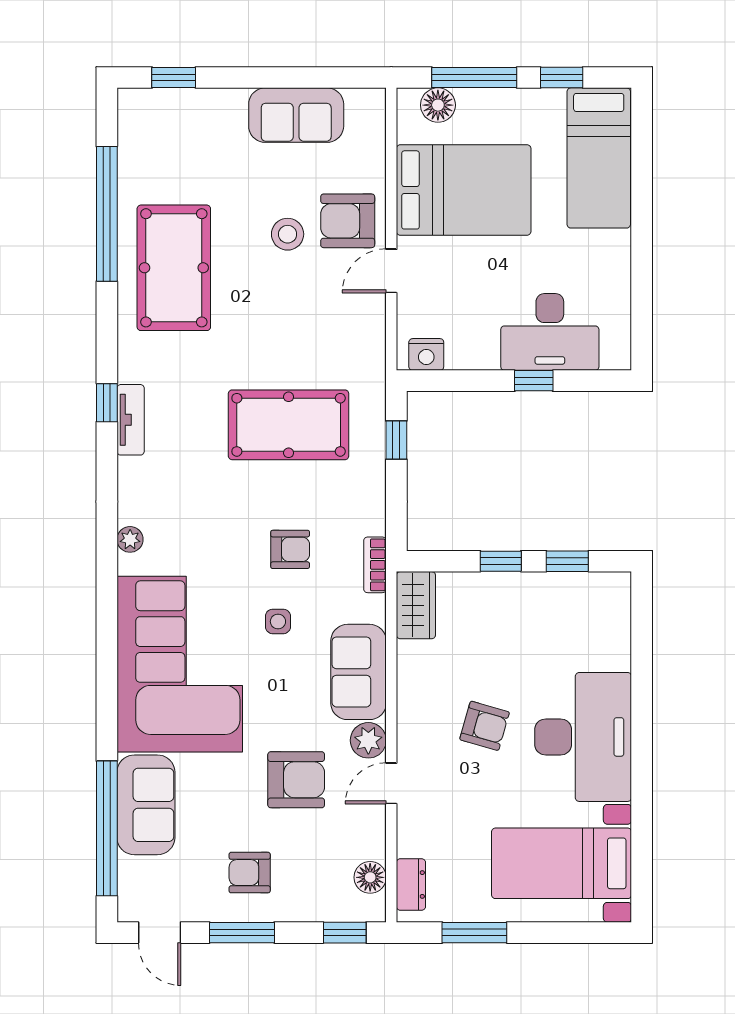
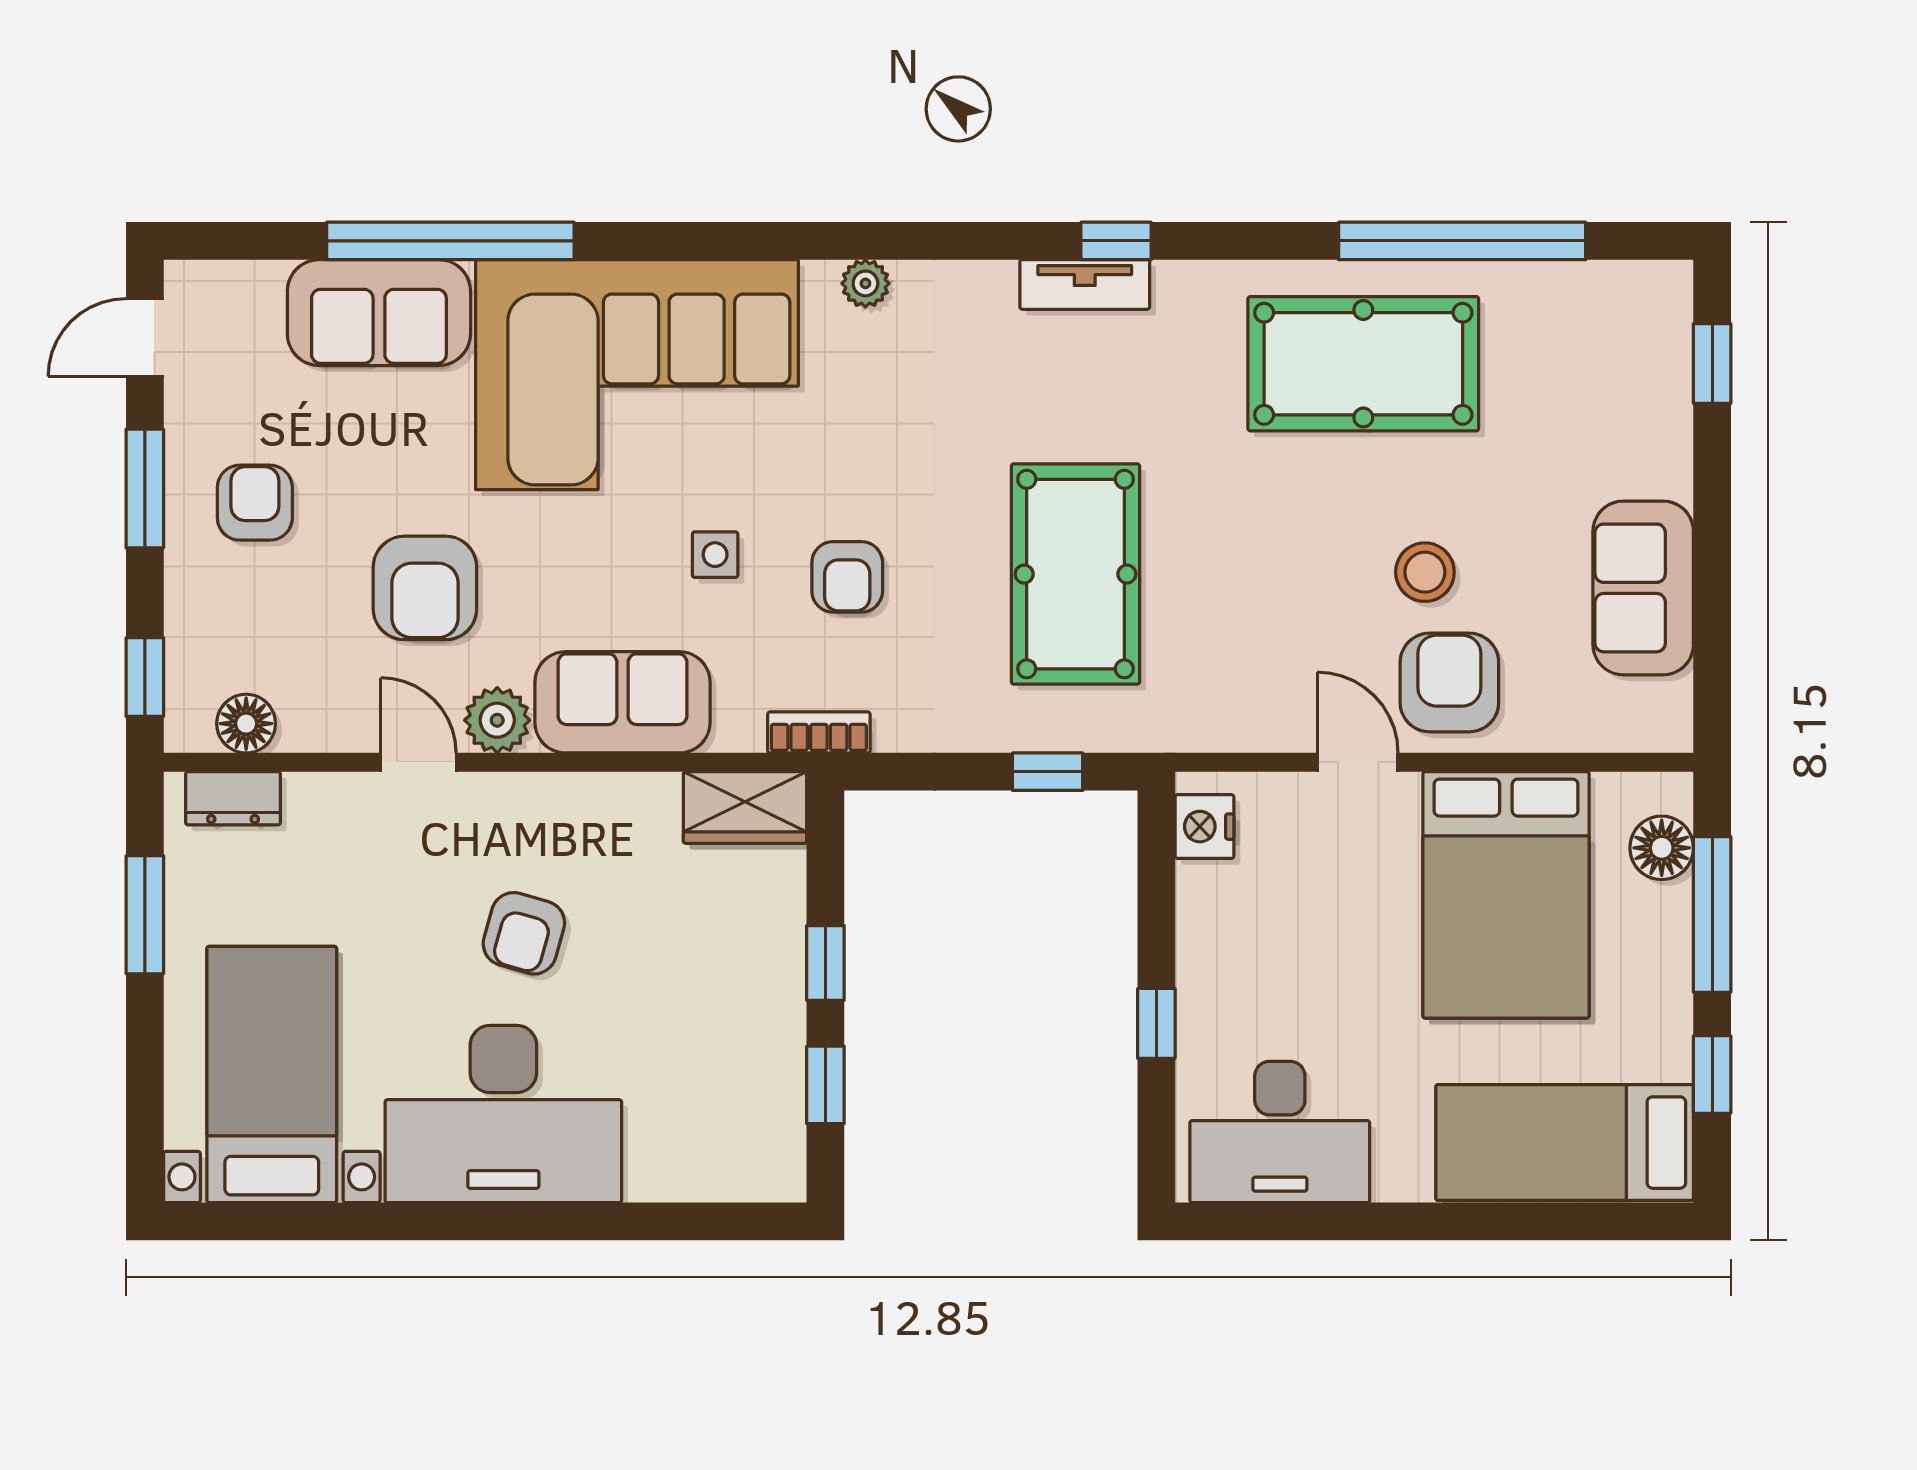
desk: (550, 332) -> (1280, 1132), moved, turned -90
window: (107, 828) -> (450, 241), moved

